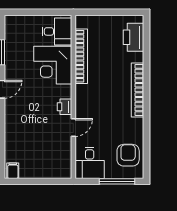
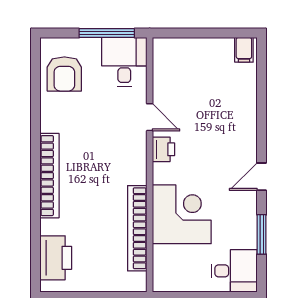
desk: (57, 31) -> (234, 271), moved, turned 180
door: (73, 127) -> (150, 117), swing flipped
window: (117, 181) -> (107, 33), moved

